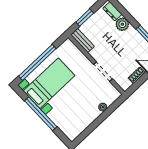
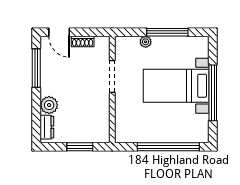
bench: (83, 41) -> (103, 126), removed
bed with nightstands: (49, 83) -> (176, 86), moved
window: (96, 123) -> (167, 32), added

